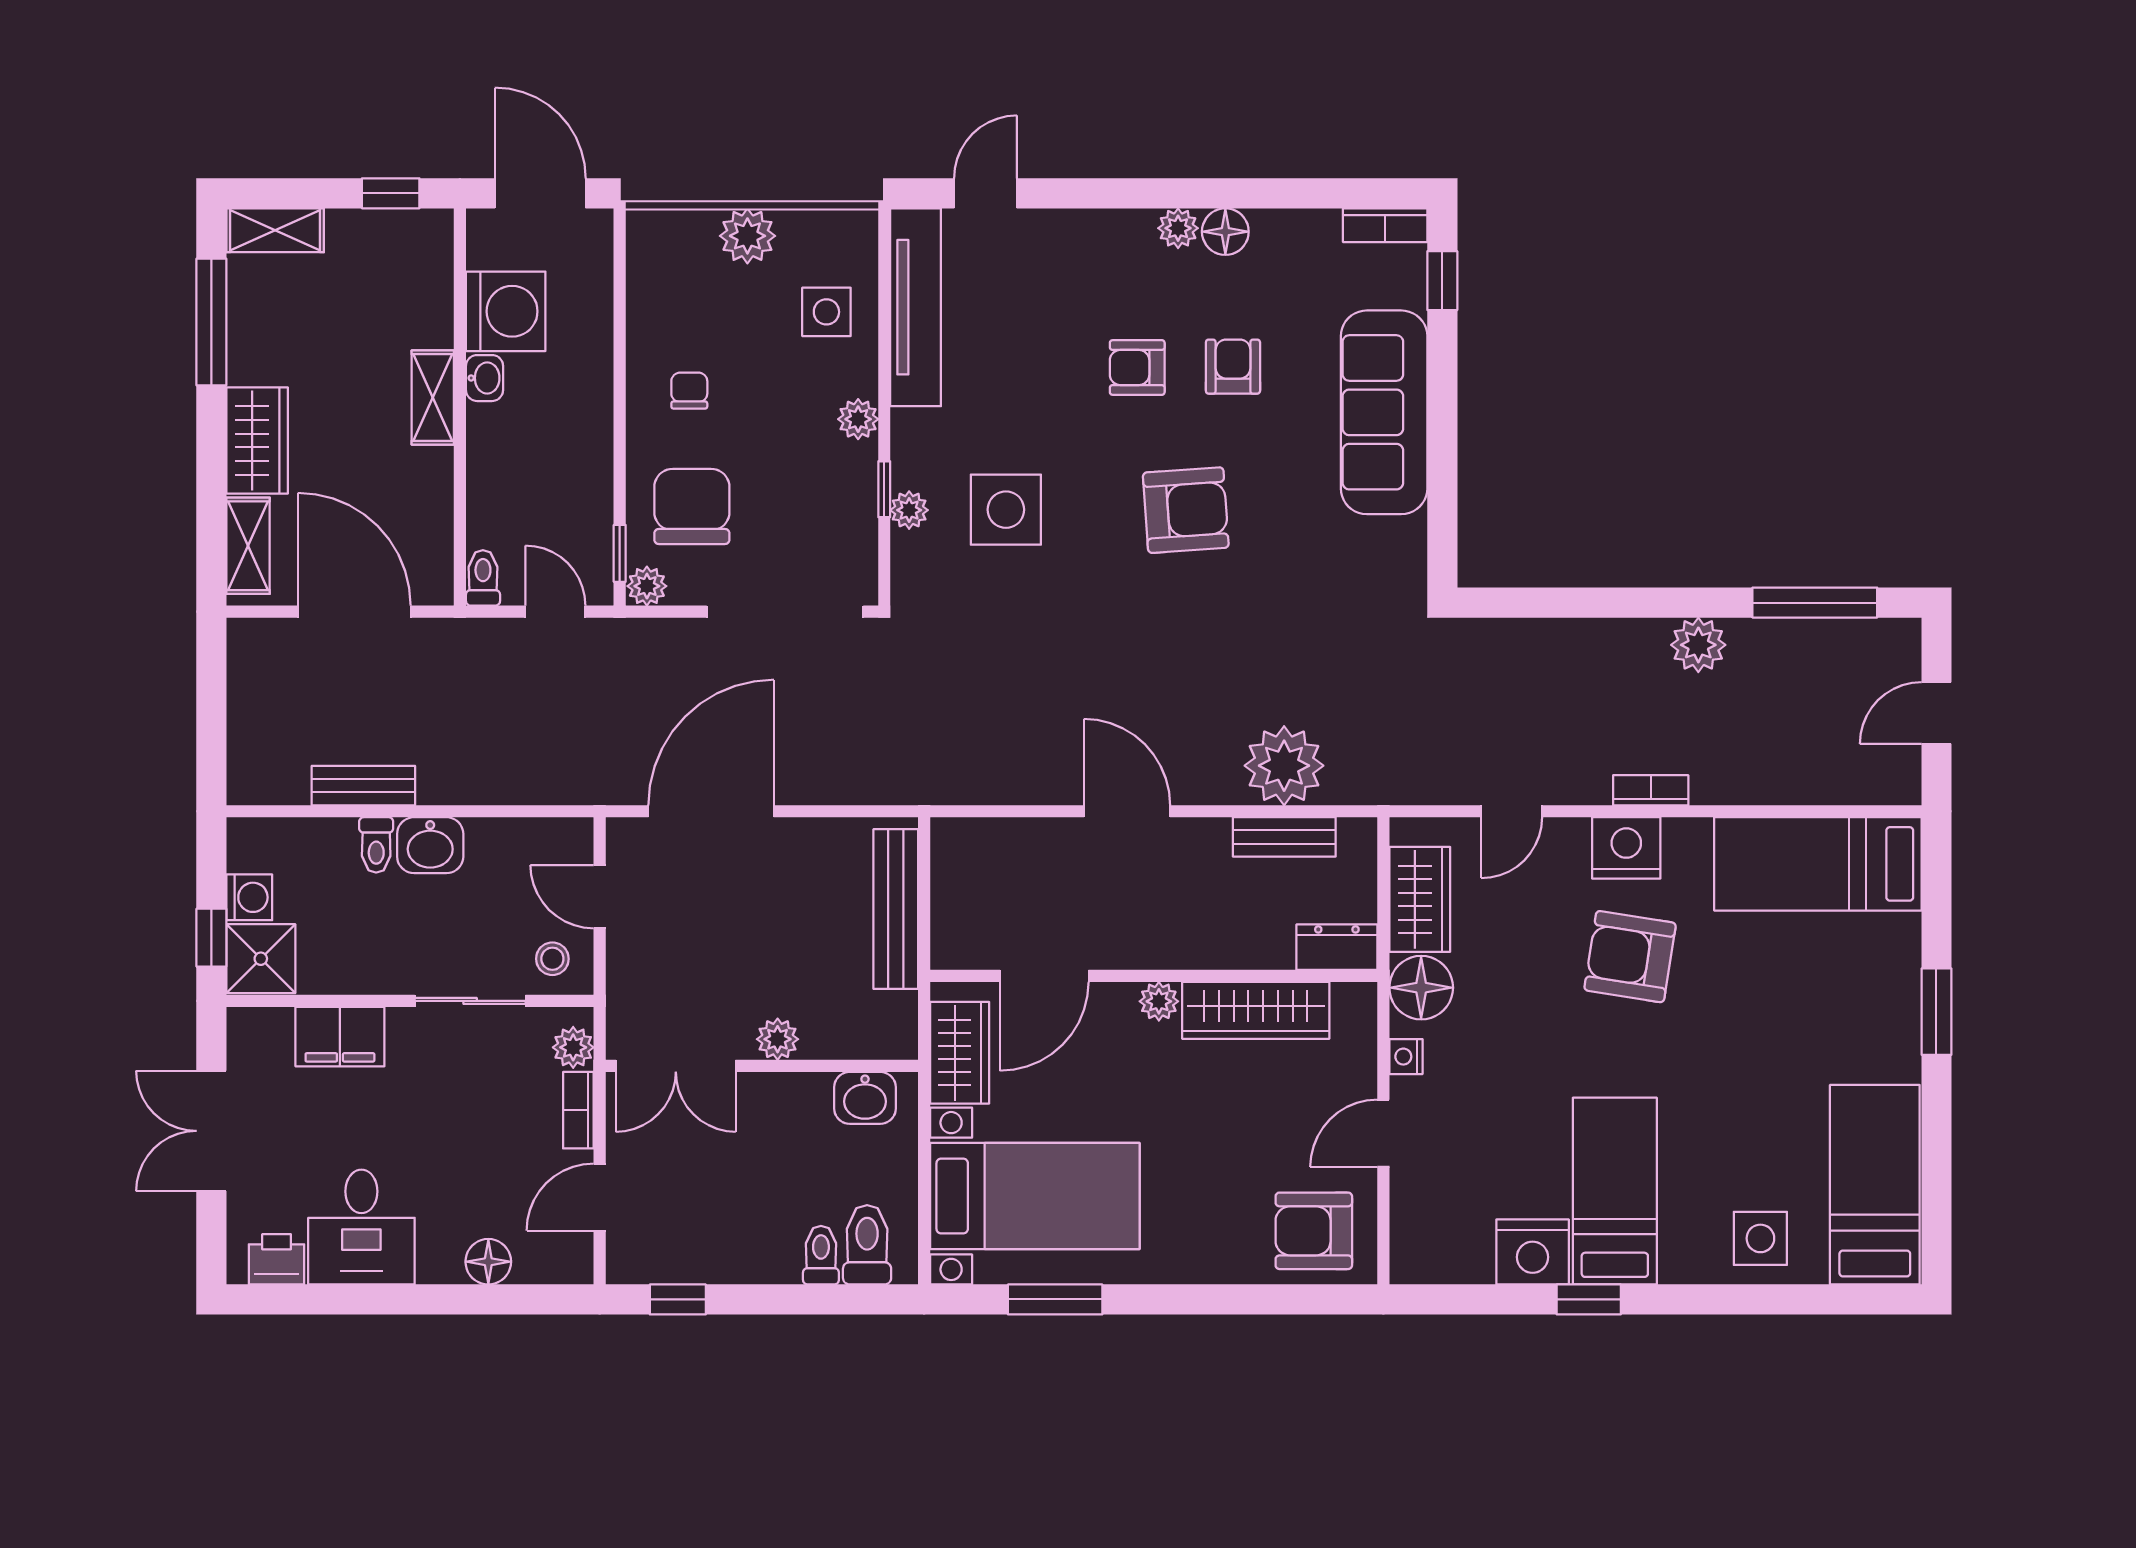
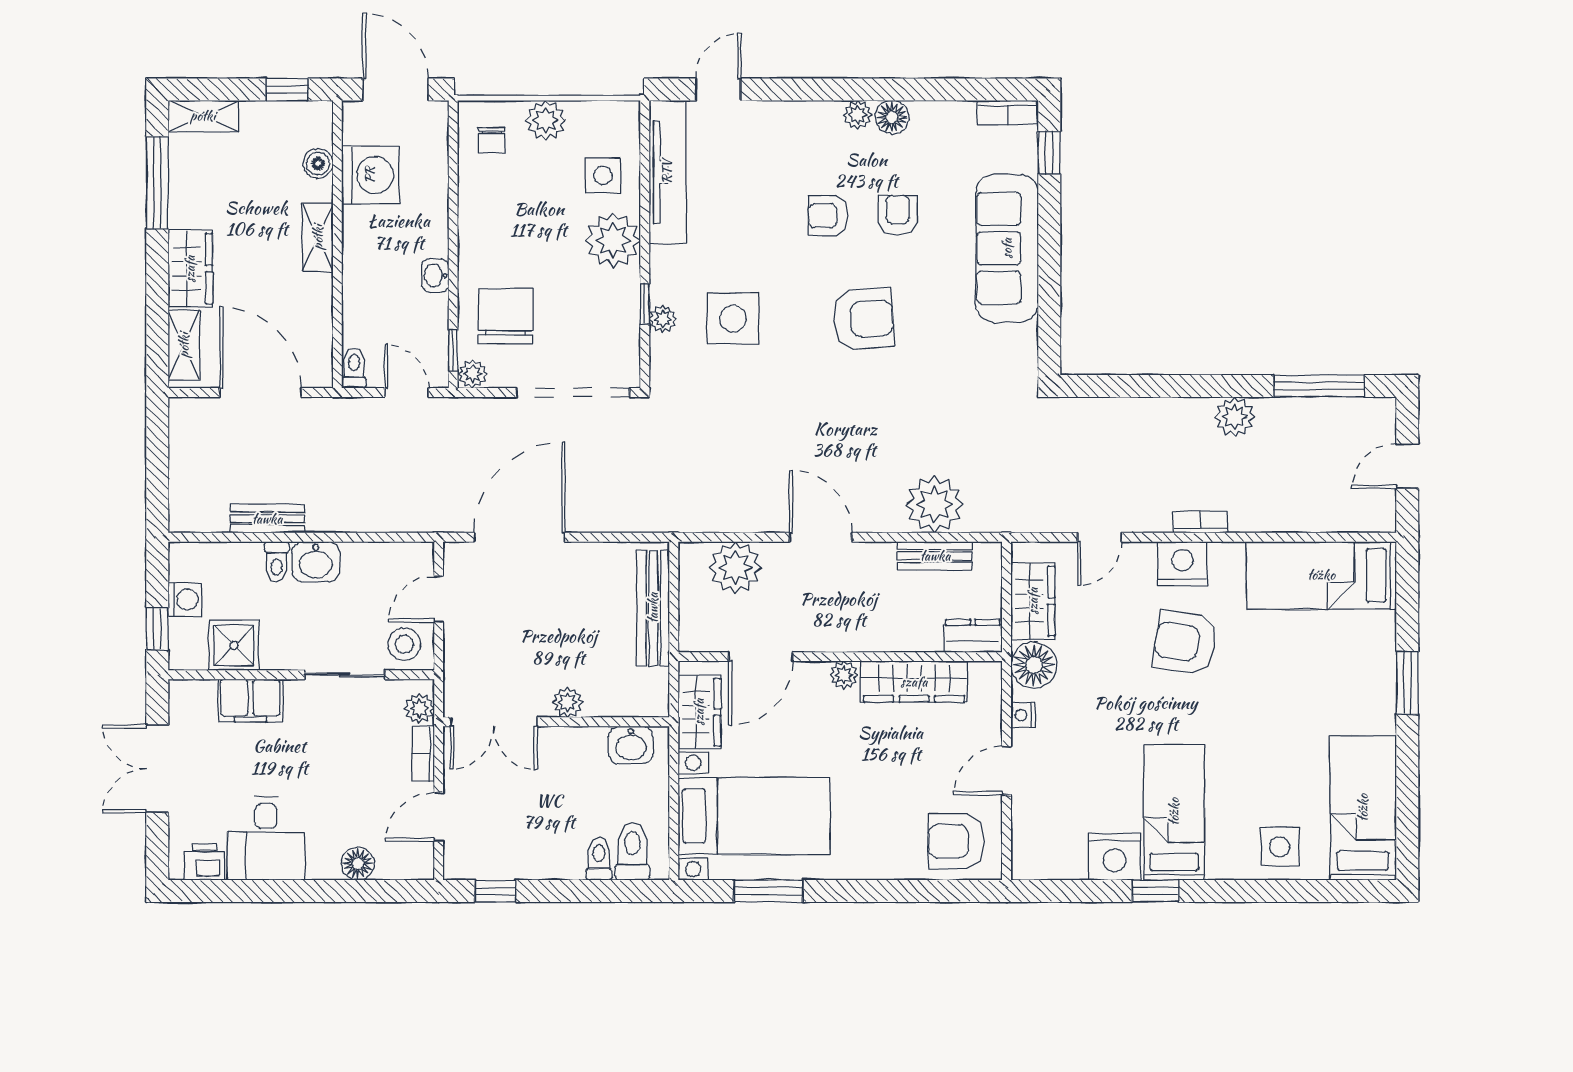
boiler: (433, 295) -> (318, 163), added
washbasin: (485, 378) -> (435, 276), moved, turned 180
chair: (689, 391) -> (492, 140), moved, turned 180
plant: (858, 419) -> (613, 240), width x1.87, depth x1.87
plant: (1009, 853) -> (735, 568), added
door: (600, 897) -> (439, 599), hinge flipped
shower: (261, 959) -> (234, 645), moved
stool: (552, 959) -> (404, 644), width x1.37, depth x1.37

